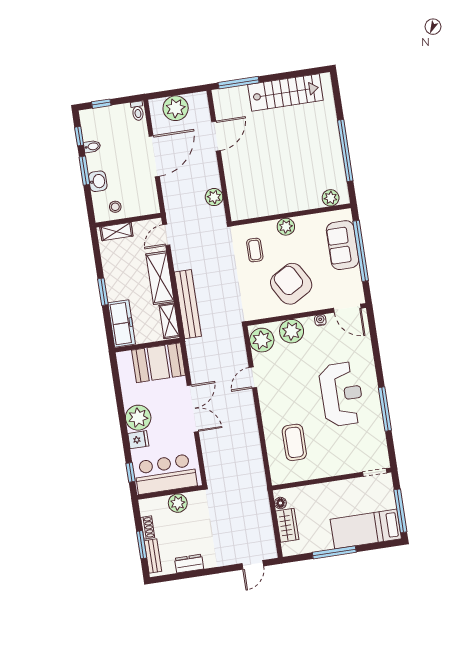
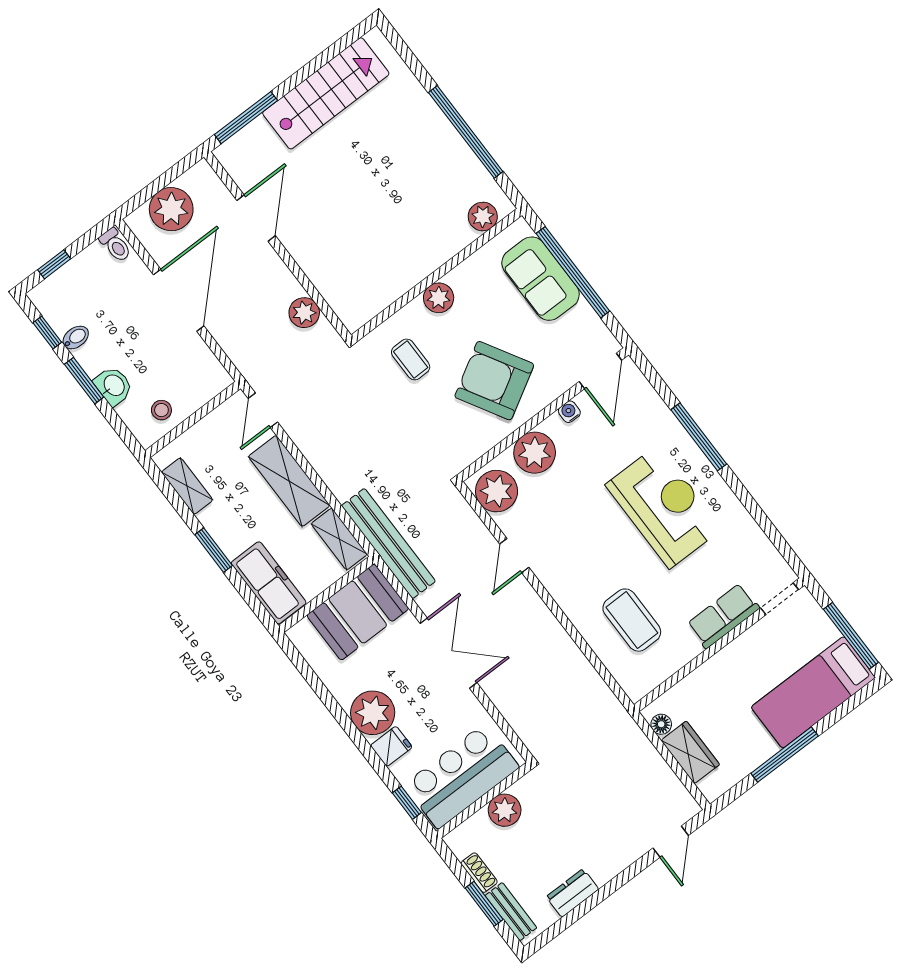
shelving: (116, 232) -> (187, 486), moved, turned 90
bench: (188, 304) -> (388, 544), moved
door: (347, 308) -> (600, 371), hinge flipped
window: (385, 409) -> (699, 437), moved
row of seats: (342, 466) -> (723, 616), added

